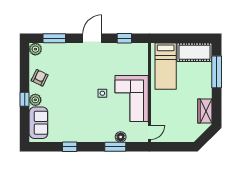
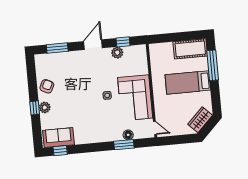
plant: (35, 49) -> (117, 53), moved
bed: (166, 66) -> (188, 82), moved, turned 90
wardrobe: (205, 111) -> (200, 120), moved, turned 45
sofa: (38, 123) -> (58, 138), moved, turned -90
door: (150, 132) -> (155, 128), hinge flipped
window: (70, 147) -> (60, 151), moved

